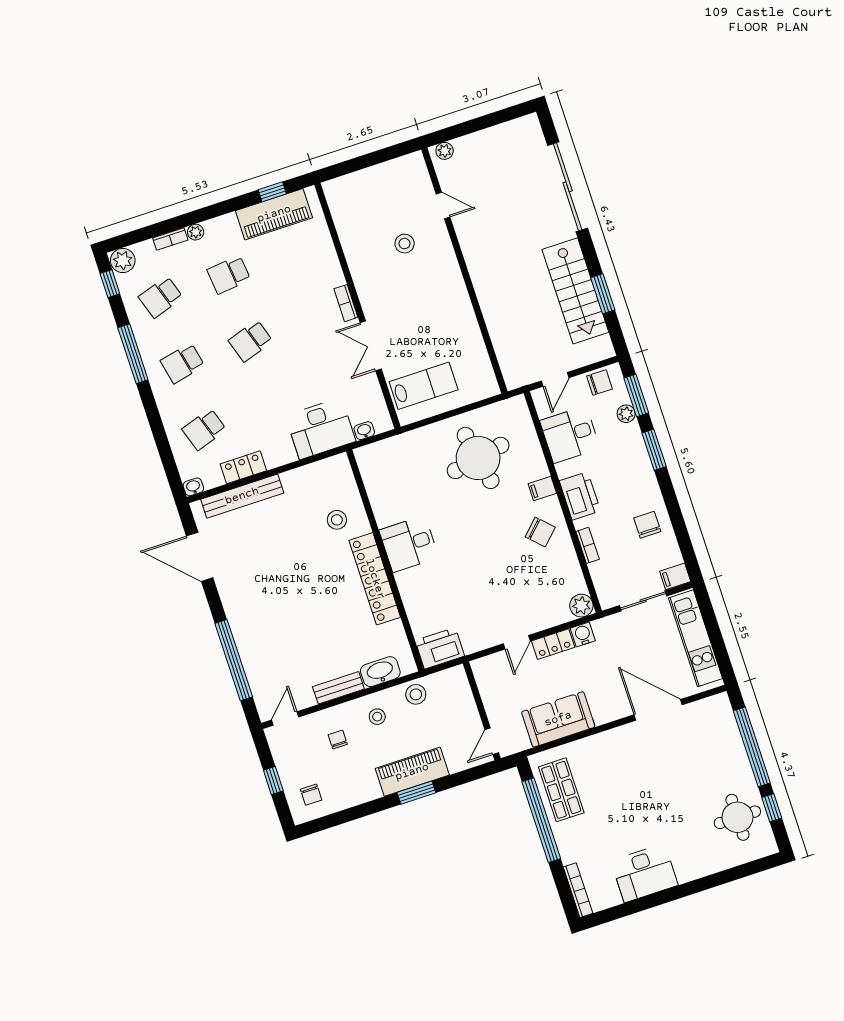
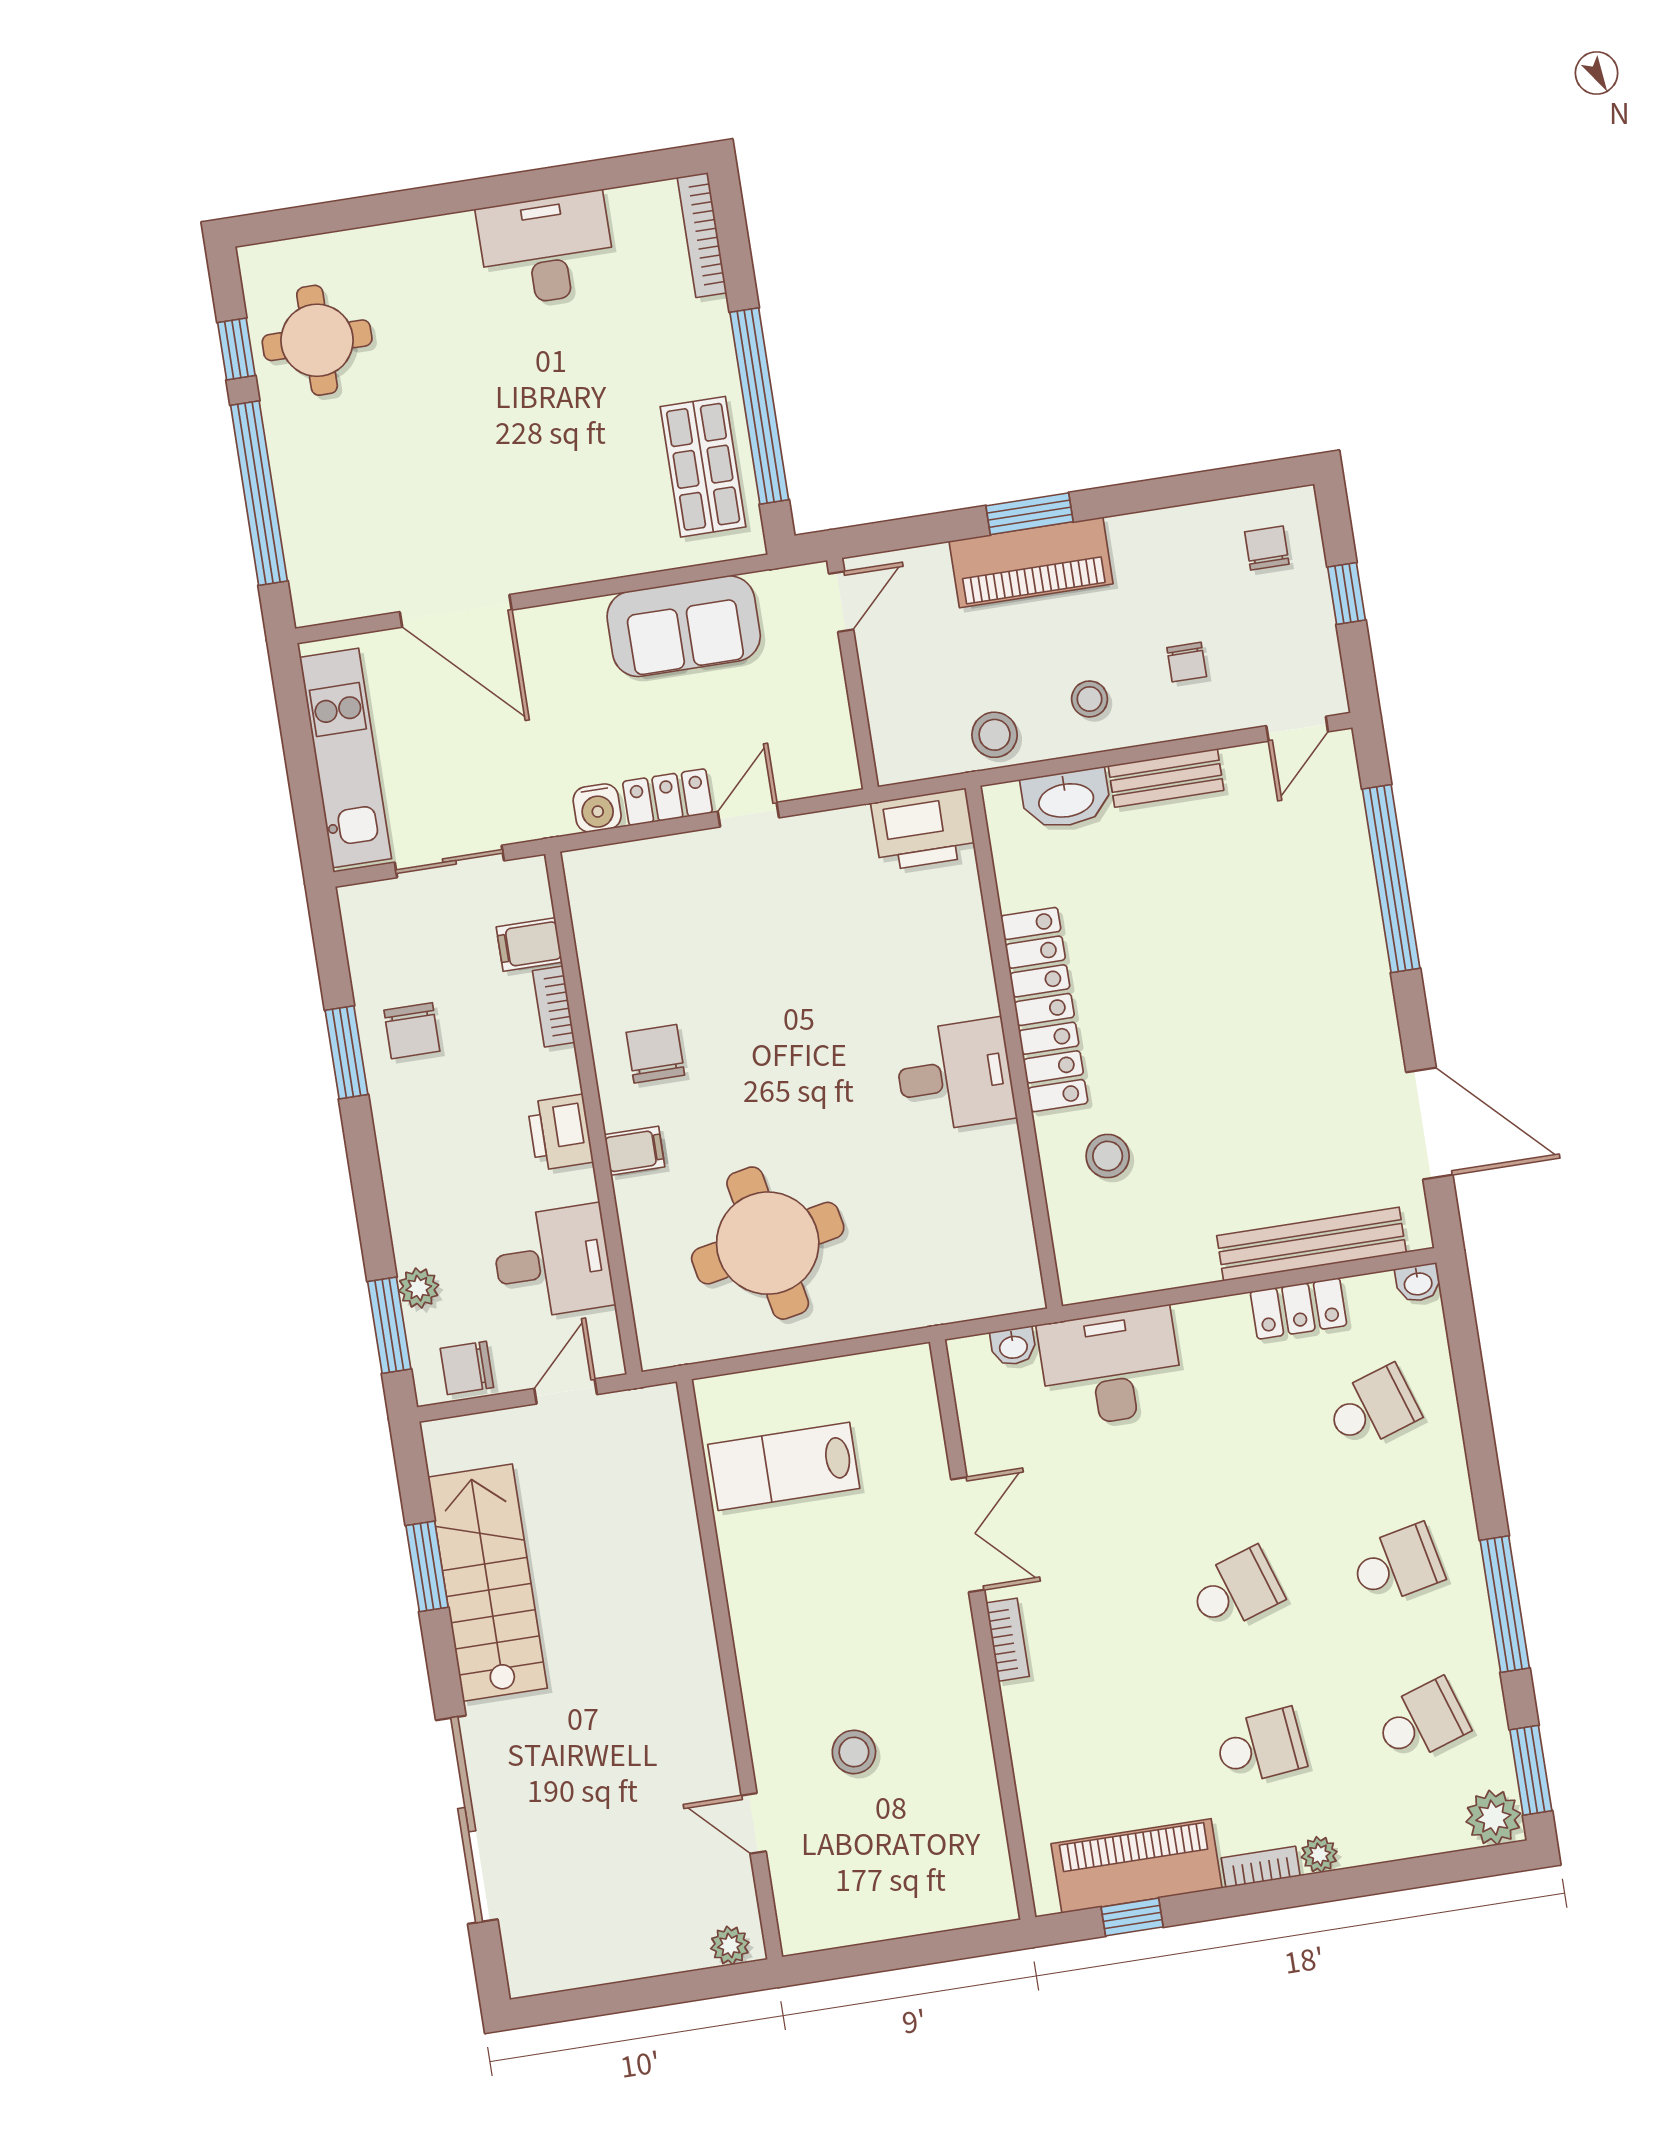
bookcase: (170, 239) -> (1261, 1867), moved
window: (110, 284) -> (1531, 1770), width x1.50
lab bench: (424, 386) -> (784, 1466), moved
window: (654, 450) -> (347, 1052), moved
printer: (580, 496) -> (560, 1132), width x0.73, depth x0.84
chair: (540, 532) -> (655, 1054), turned 45
filing cabinet: (675, 576) -> (529, 944), moved, turned 180
plant: (581, 606) -> (590, 873), removed

